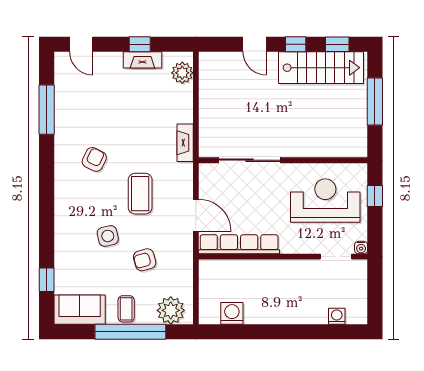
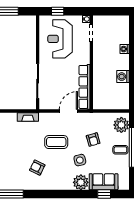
plant: (68, 238) -> (81, 182), added
sofa: (80, 310) -> (104, 182), moved, turned 90
washing machine: (232, 313) -> (123, 77), moved
washing machine: (337, 316) -> (125, 49), moved

